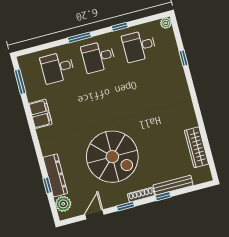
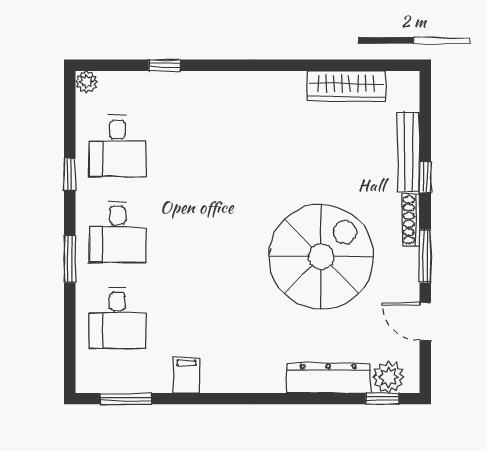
filing cabinet: (40, 114) -> (186, 375), width x0.50
window: (48, 185) -> (382, 399), moved
window: (125, 206) -> (425, 256), width x1.50

